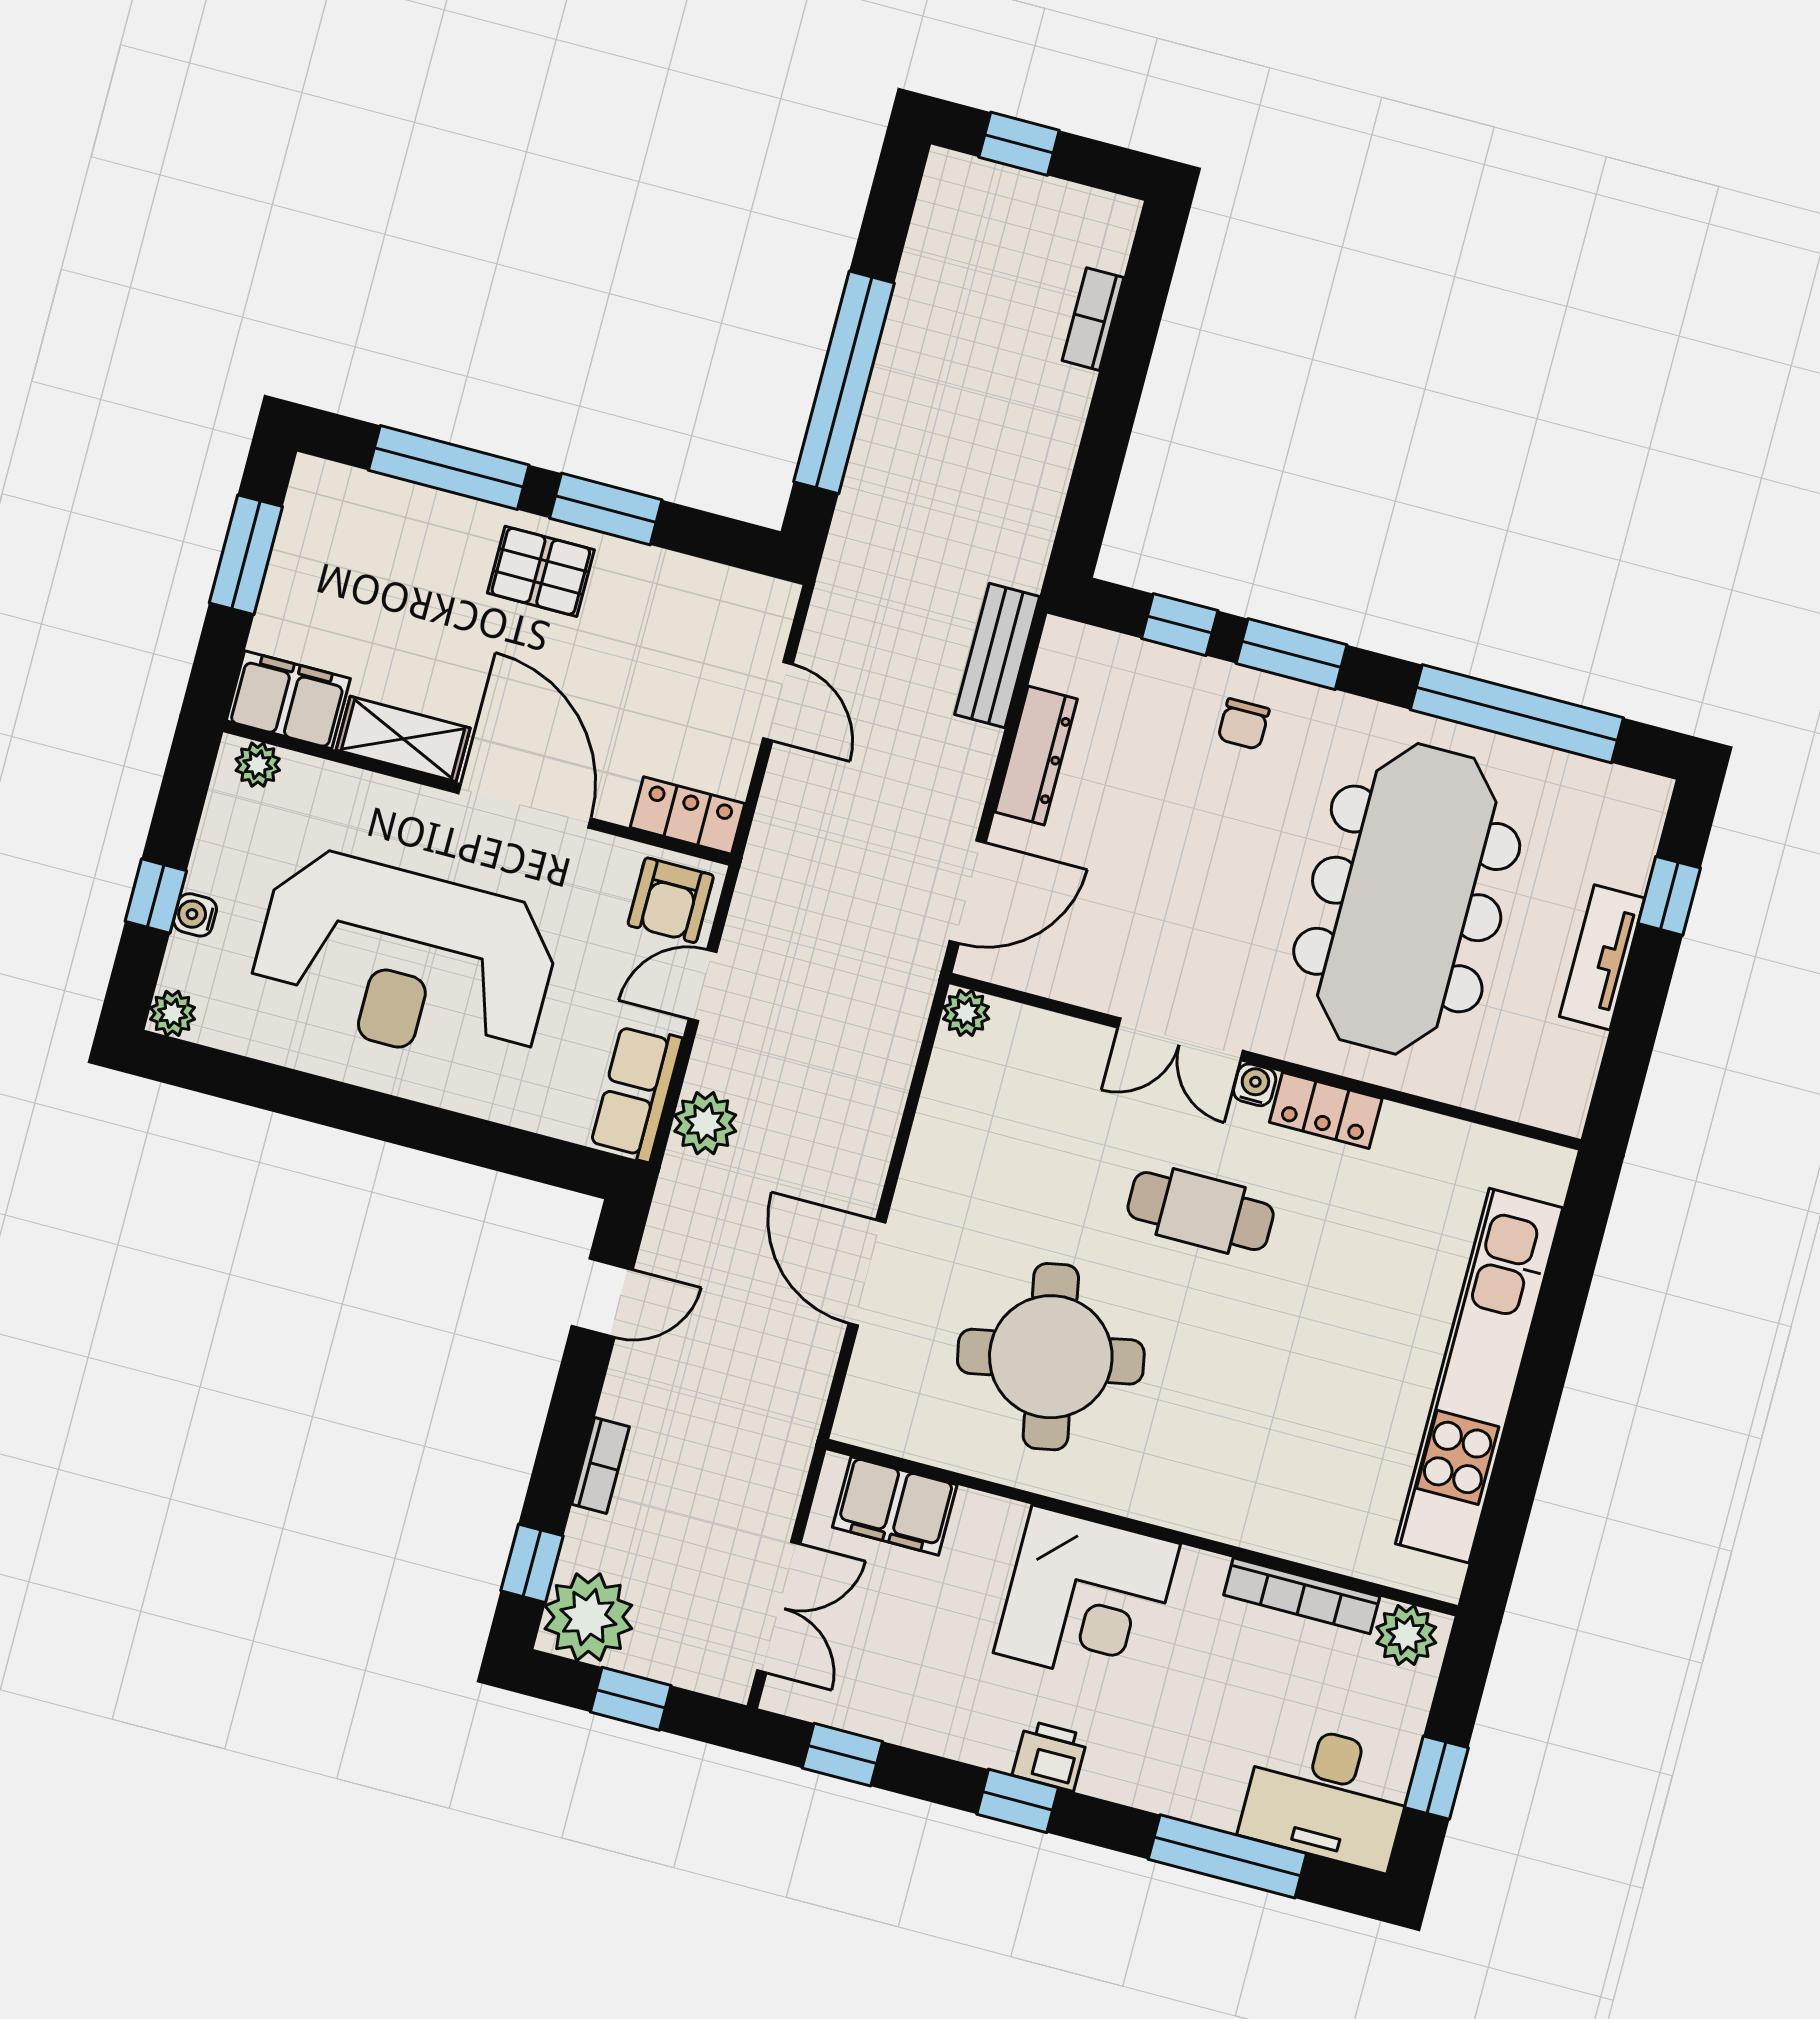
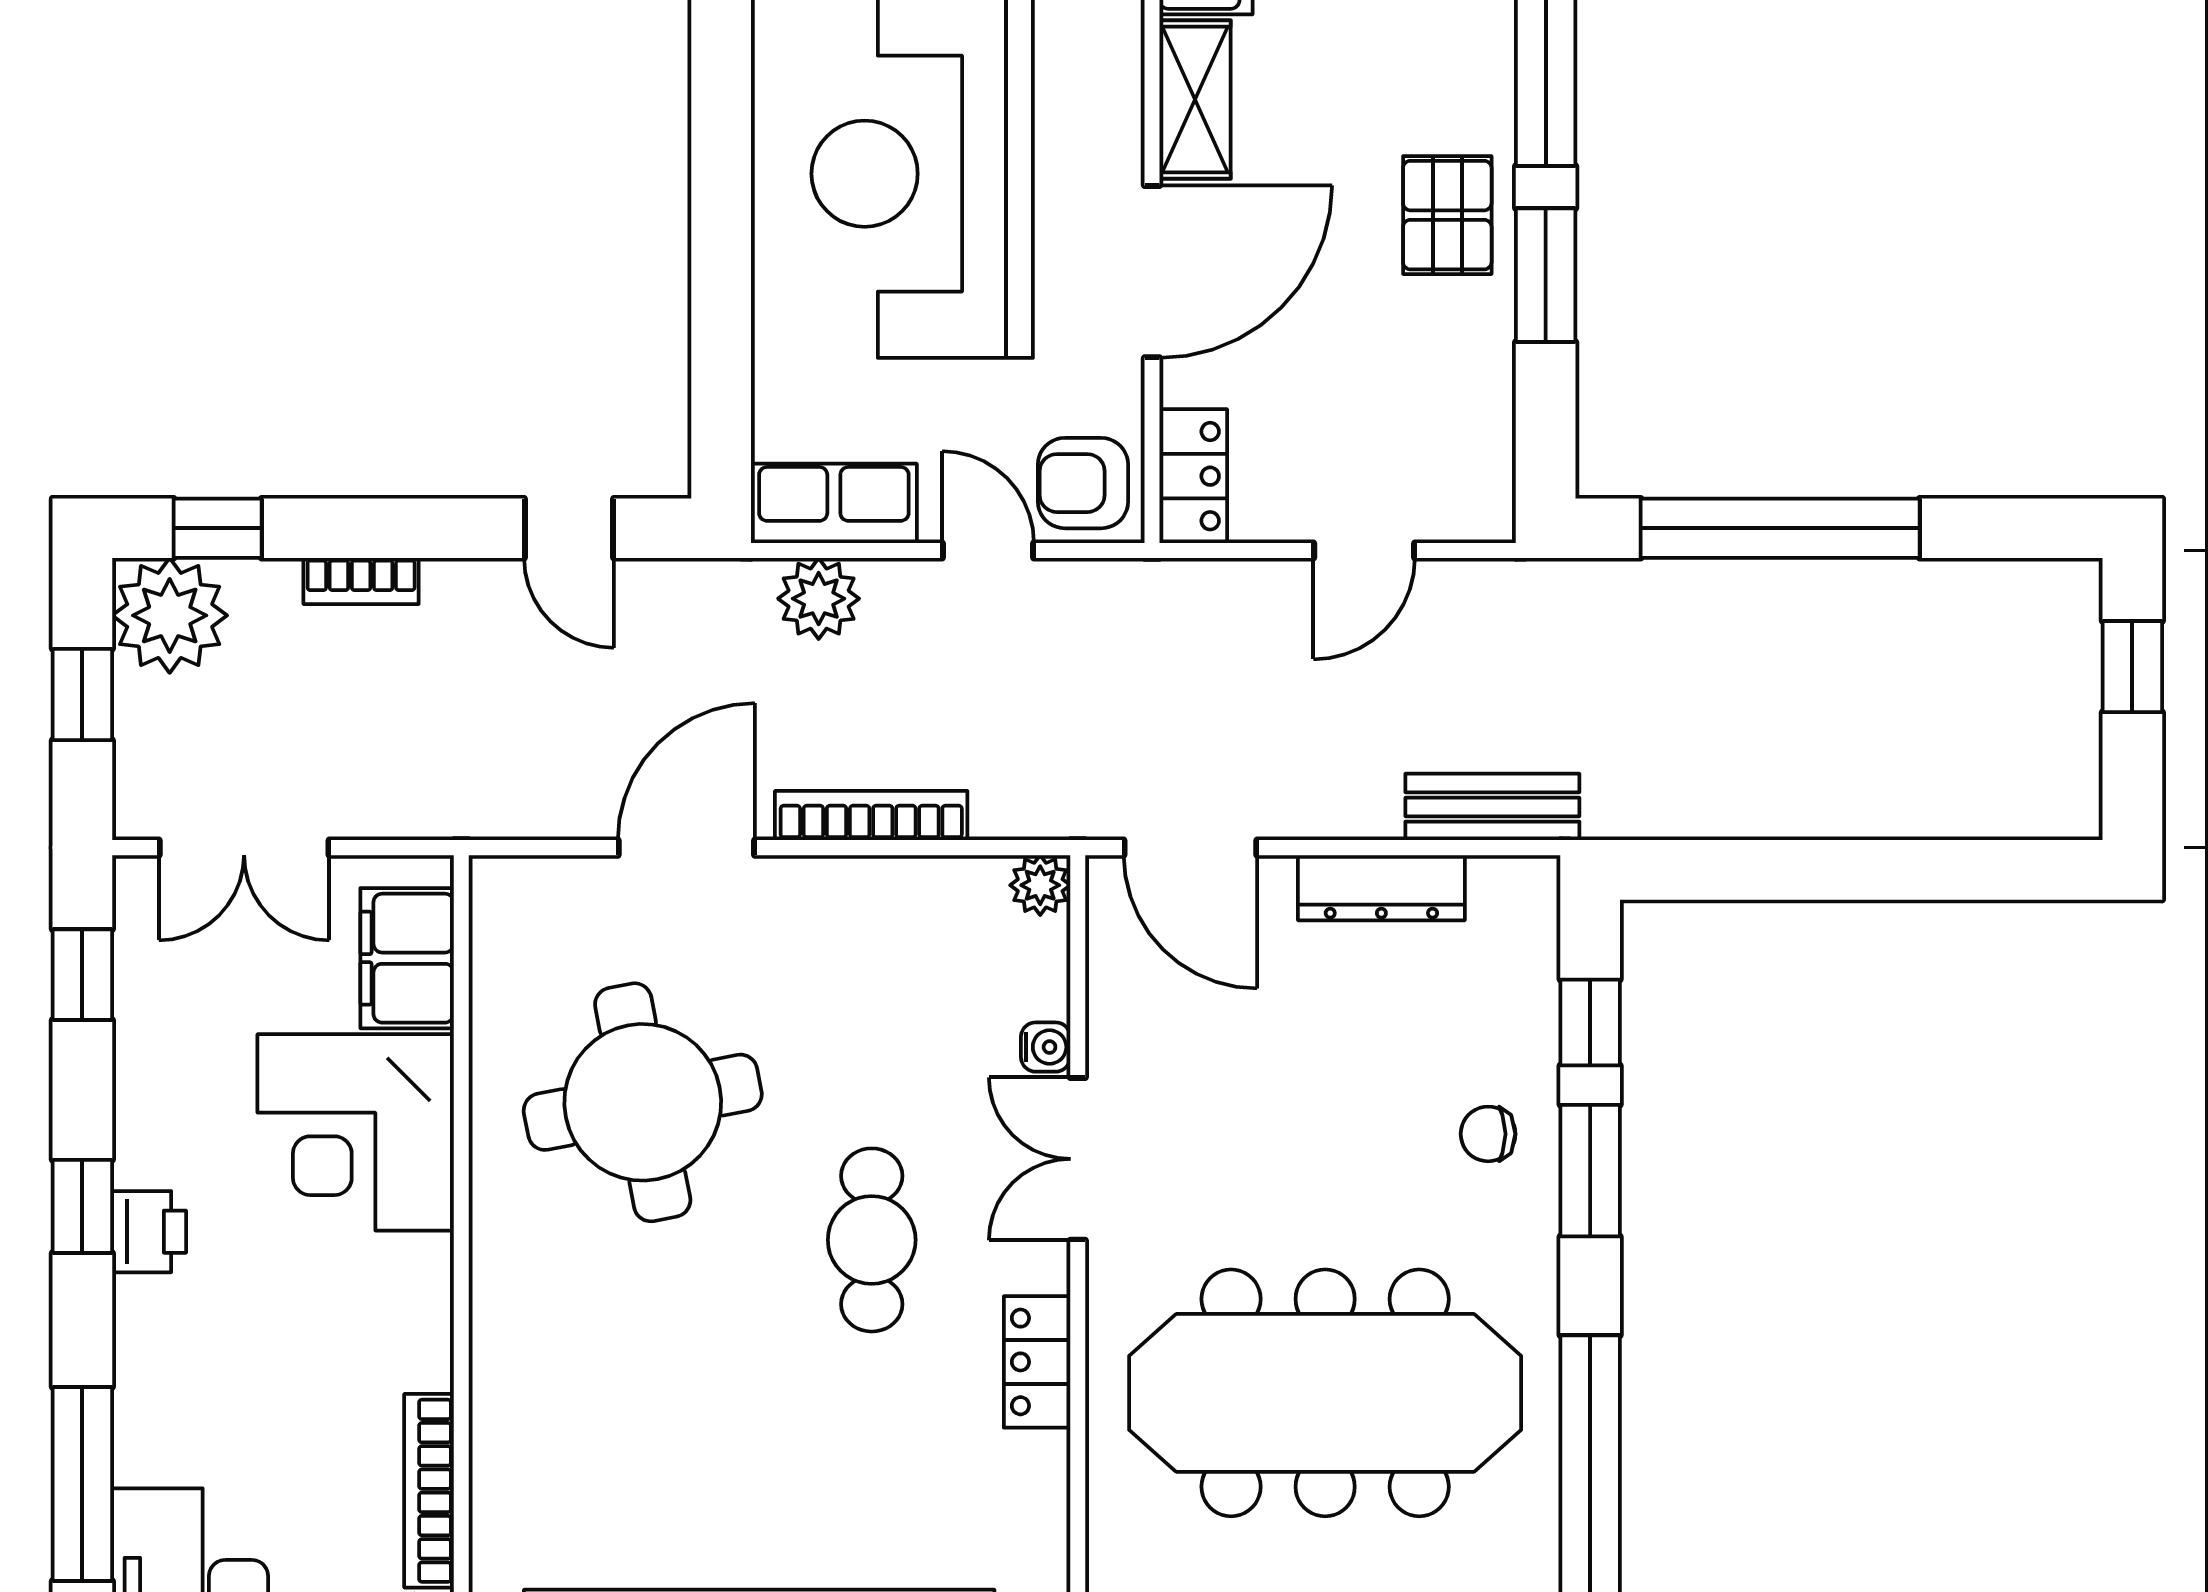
bookcase: (1093, 319) -> (871, 816), moved, width x1.56
water cooler: (1255, 1085) -> (1046, 1047), moved
corner desk: (1087, 1598) -> (356, 1132), moved

